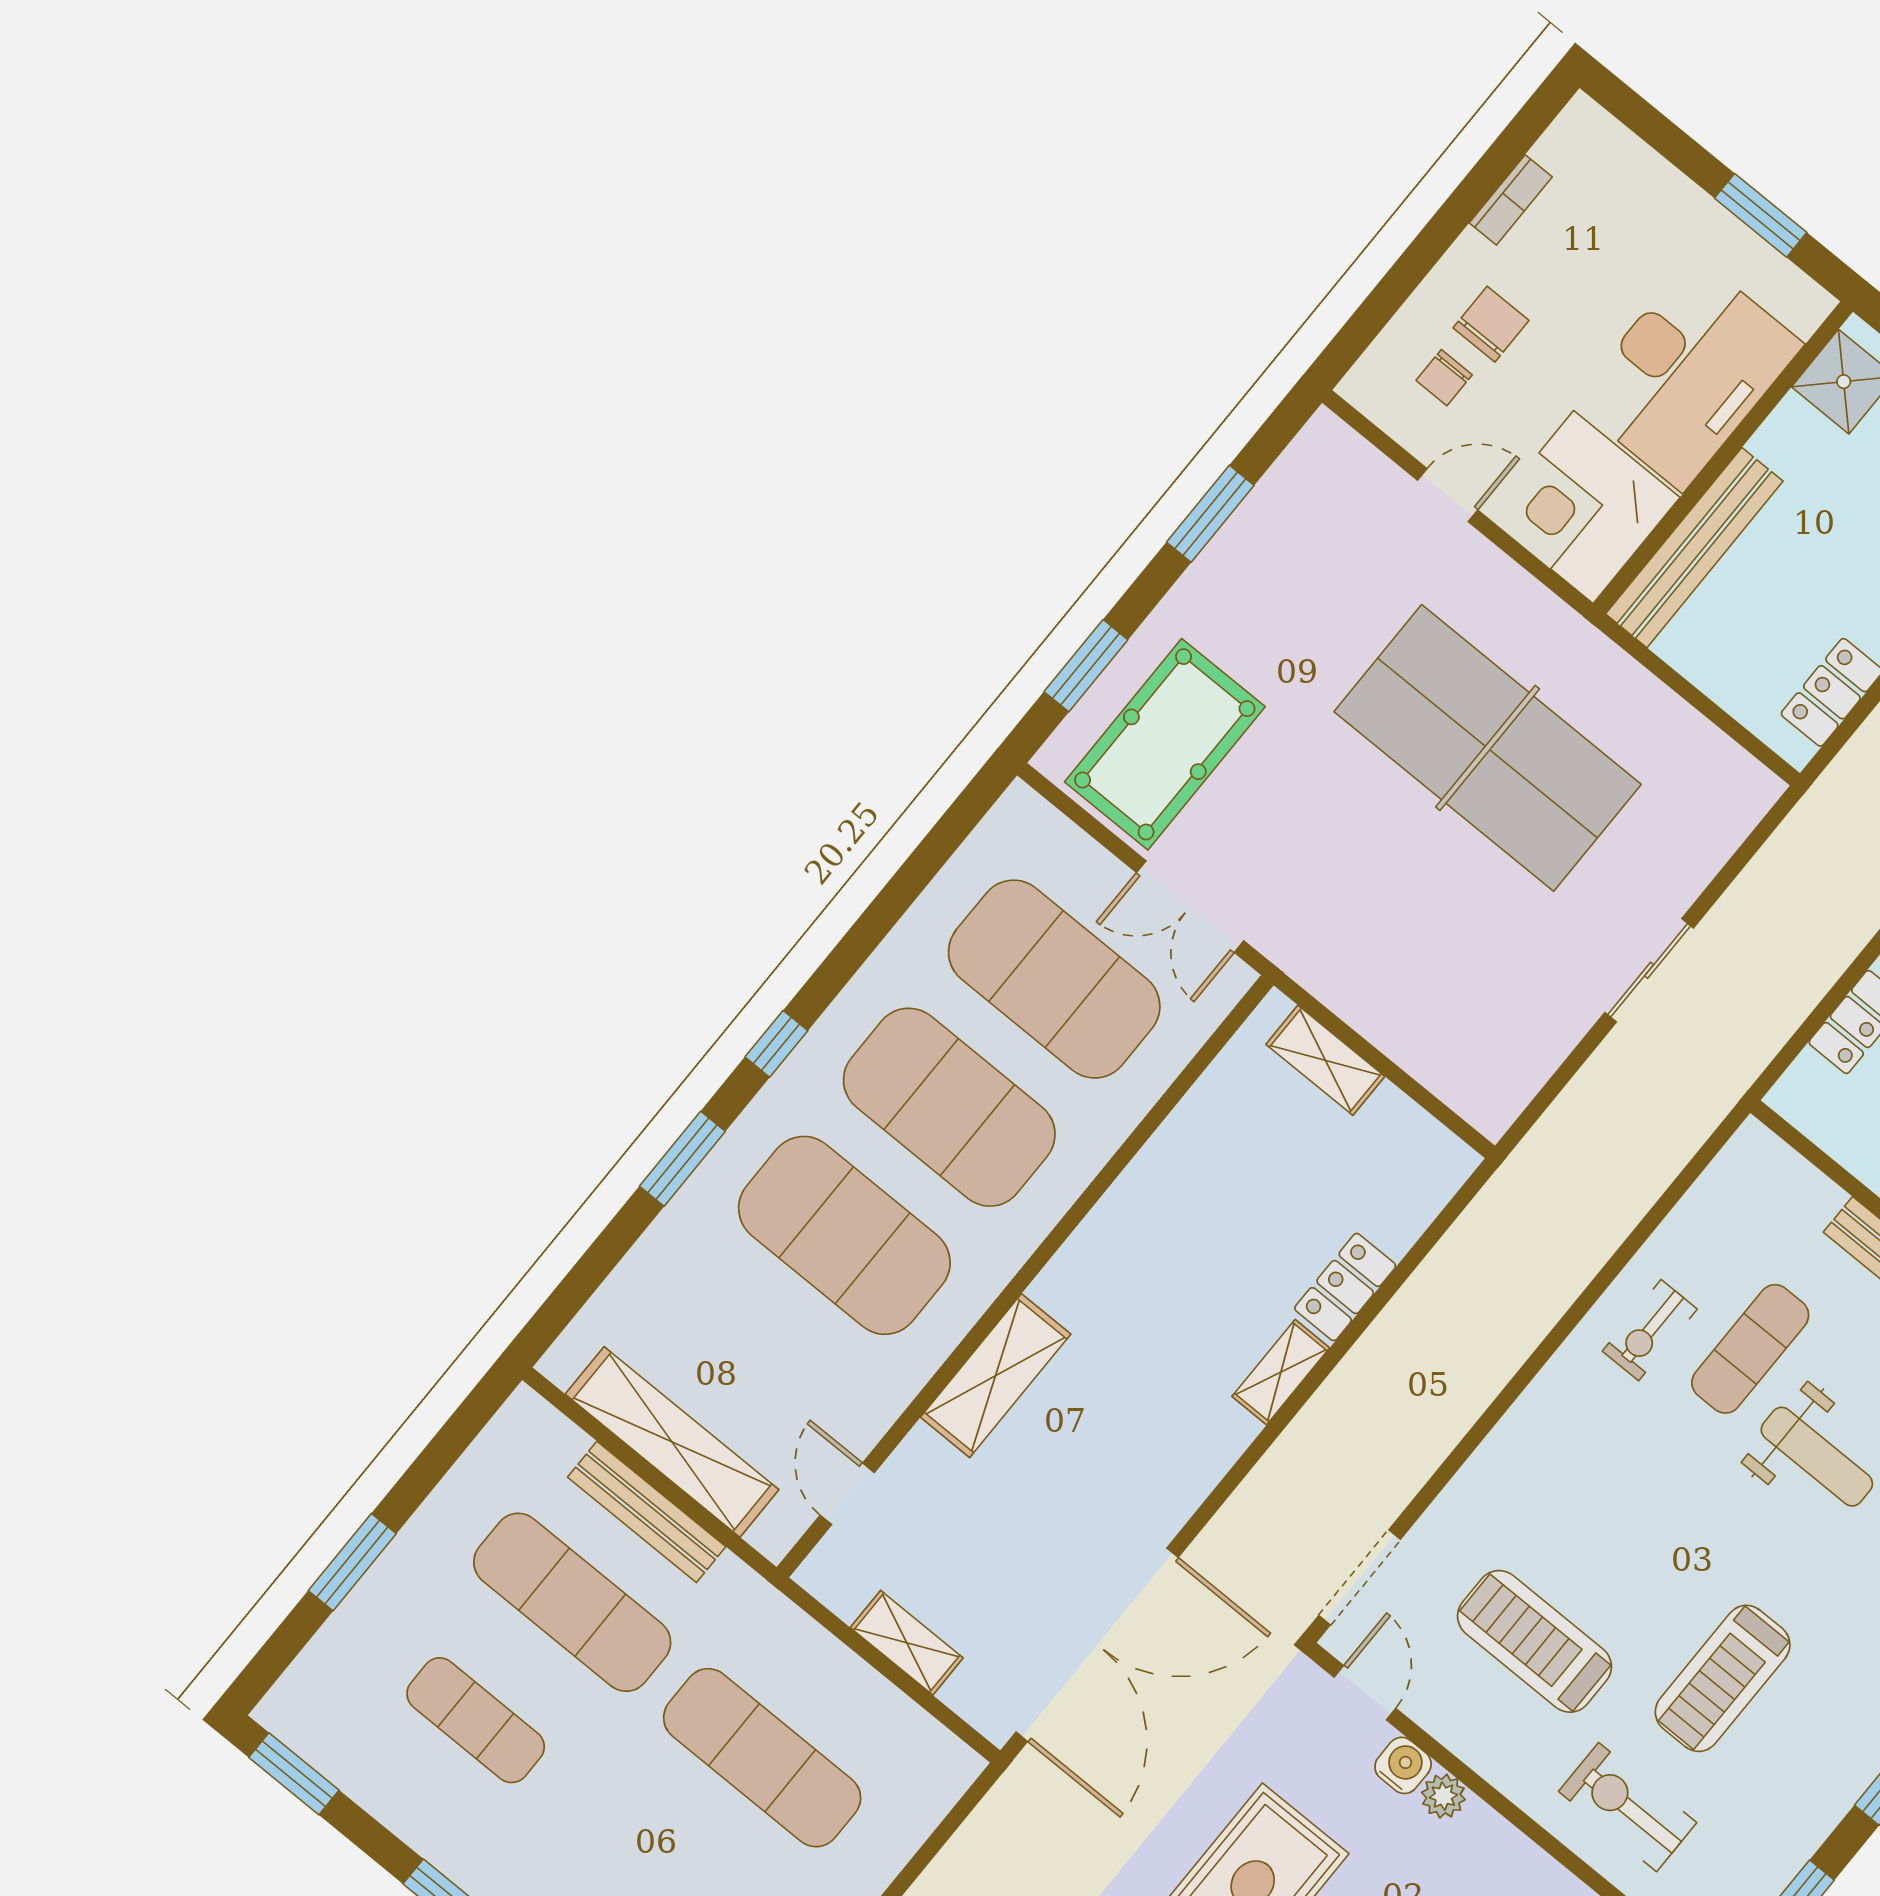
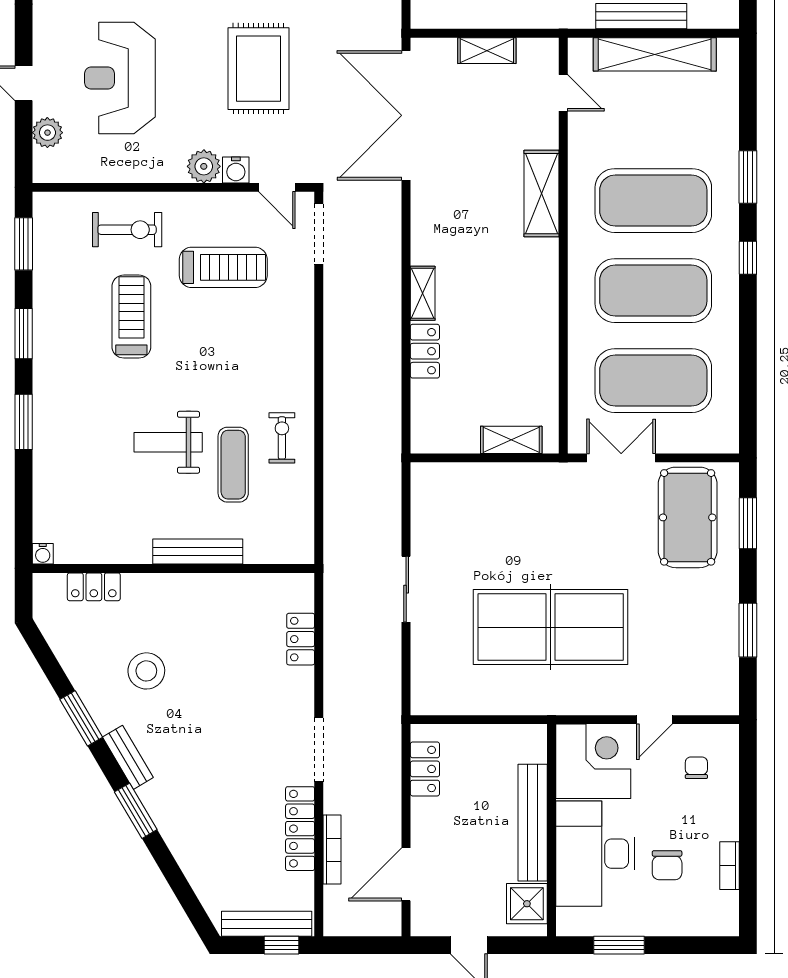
chair: (1491, 324) -> (667, 865), moved
bench: (1694, 548) -> (533, 823), moved
plant: (1443, 1796) -> (204, 166), width x1.38, depth x1.38

